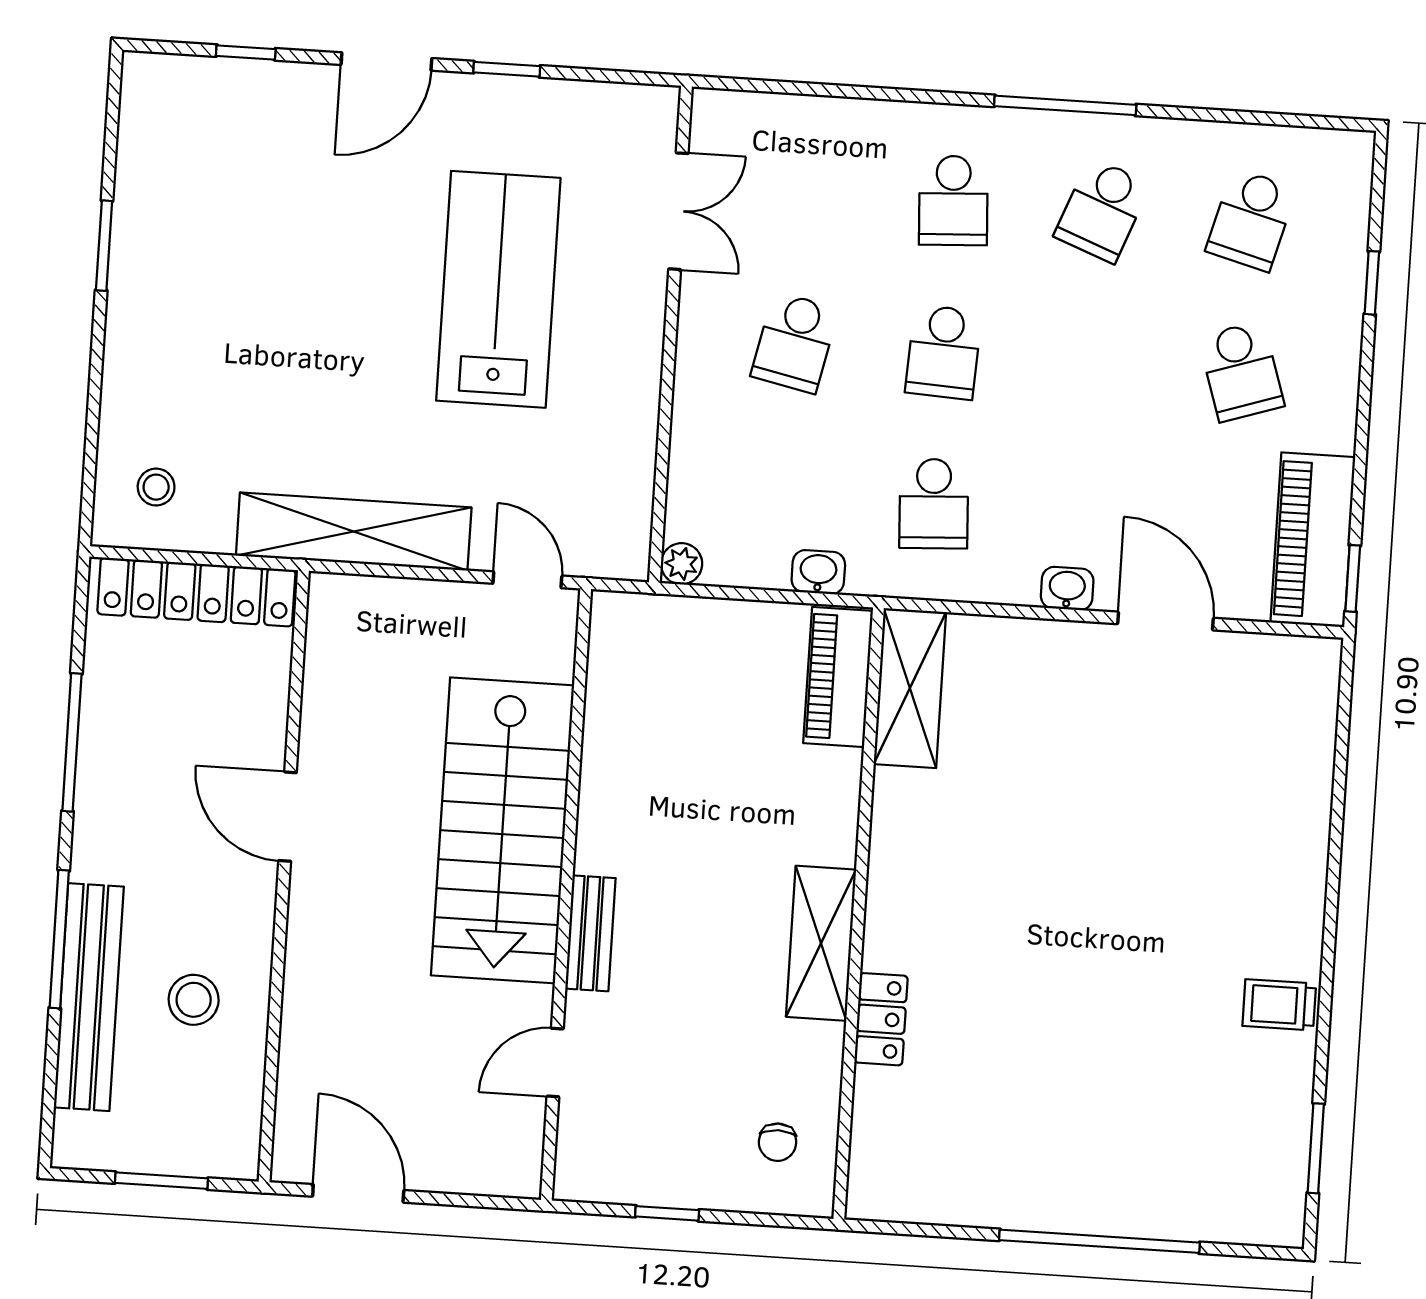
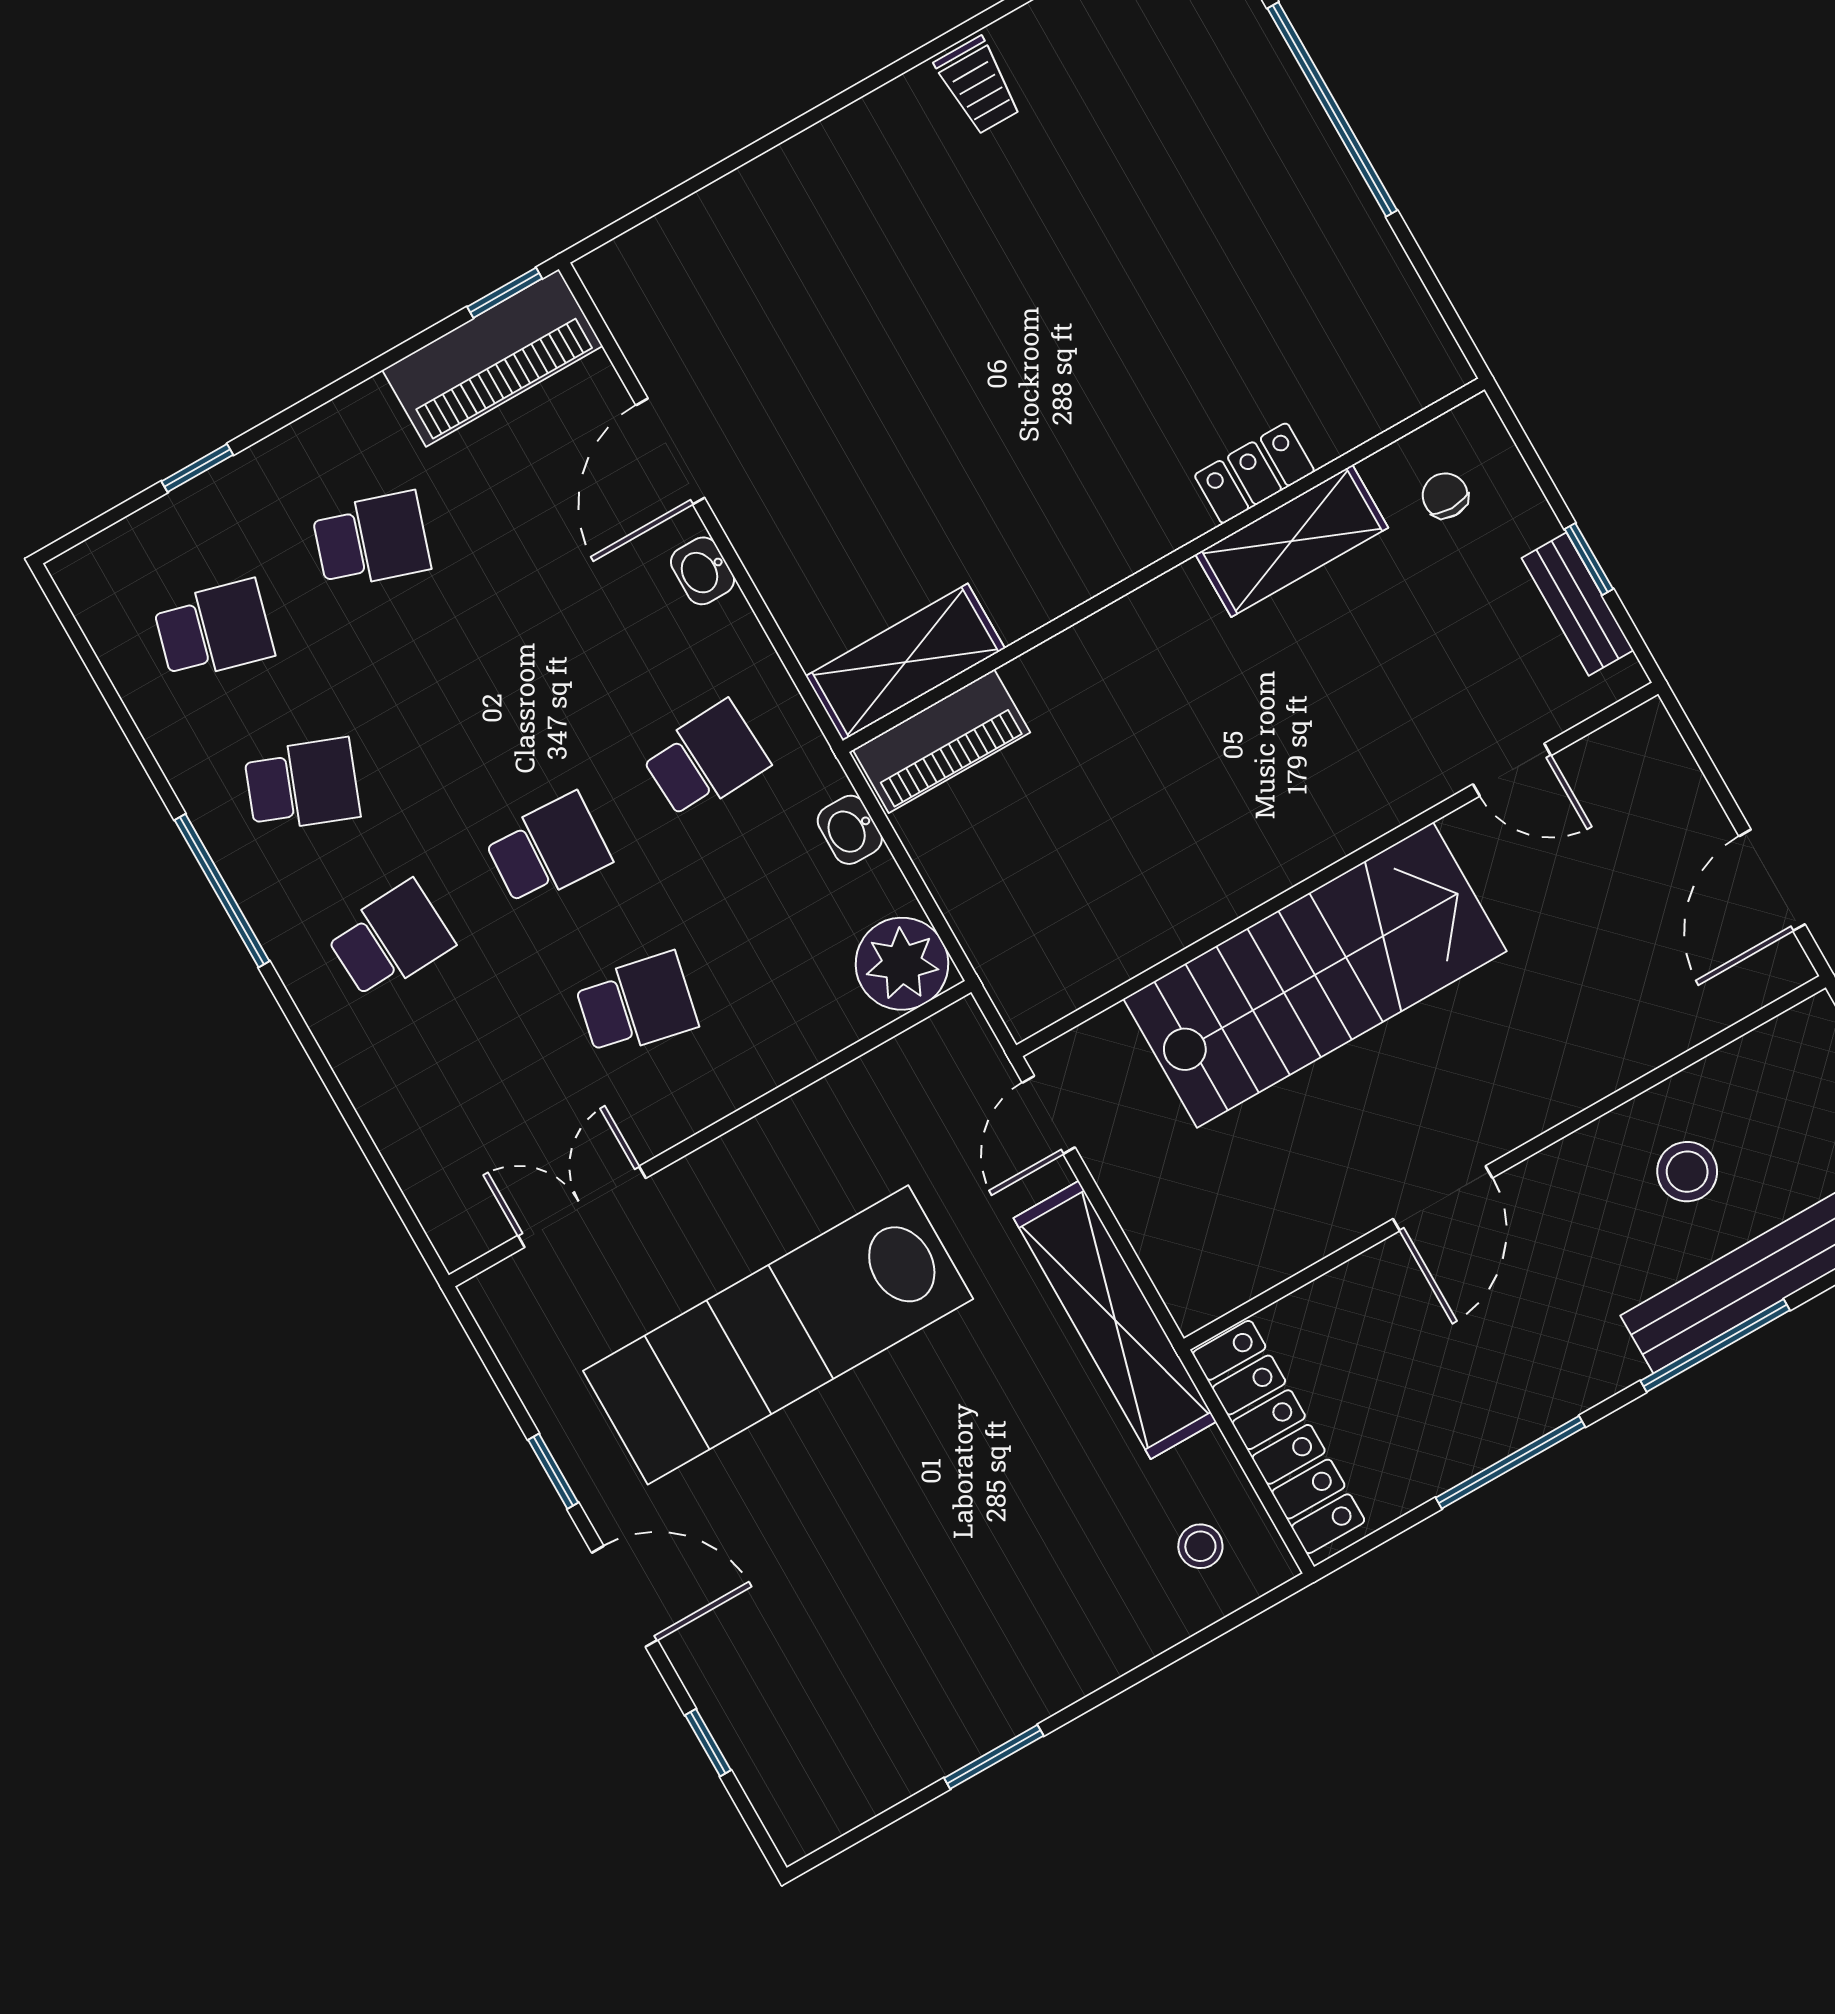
lab bench: (498, 289) -> (778, 1335), width x1.36
school desk: (1241, 371) -> (371, 540), turned 36
plant: (682, 564) -> (902, 964), width x1.88, depth x1.88
bench: (590, 933) -> (1578, 604), moved, turned 90
shelving: (821, 943) -> (1292, 541), moved
chair: (778, 1142) -> (1445, 496), turned -90

